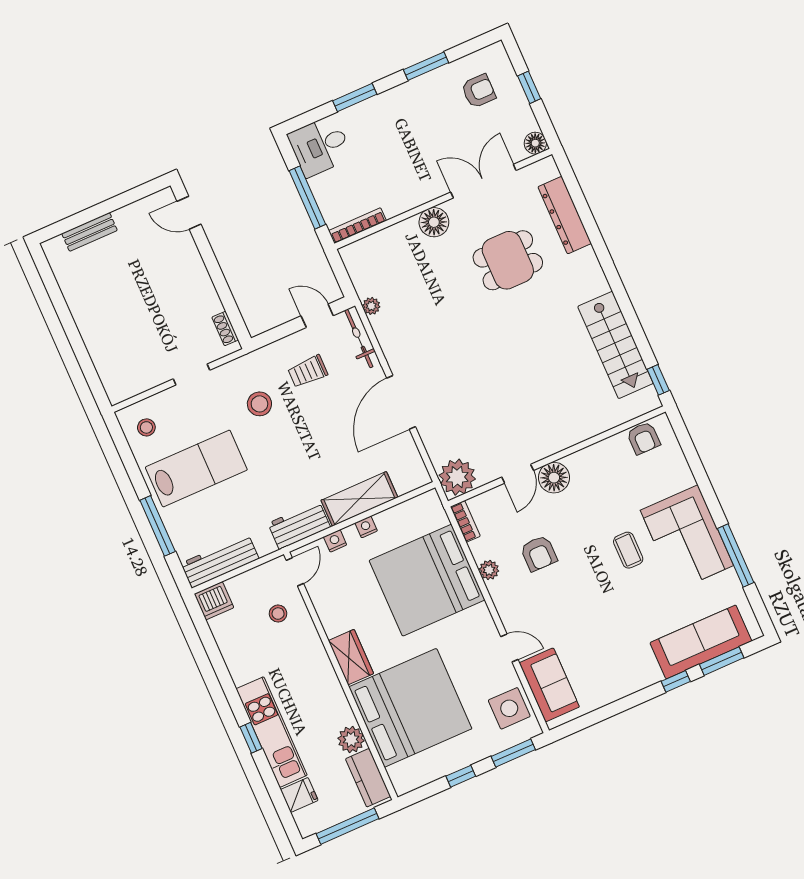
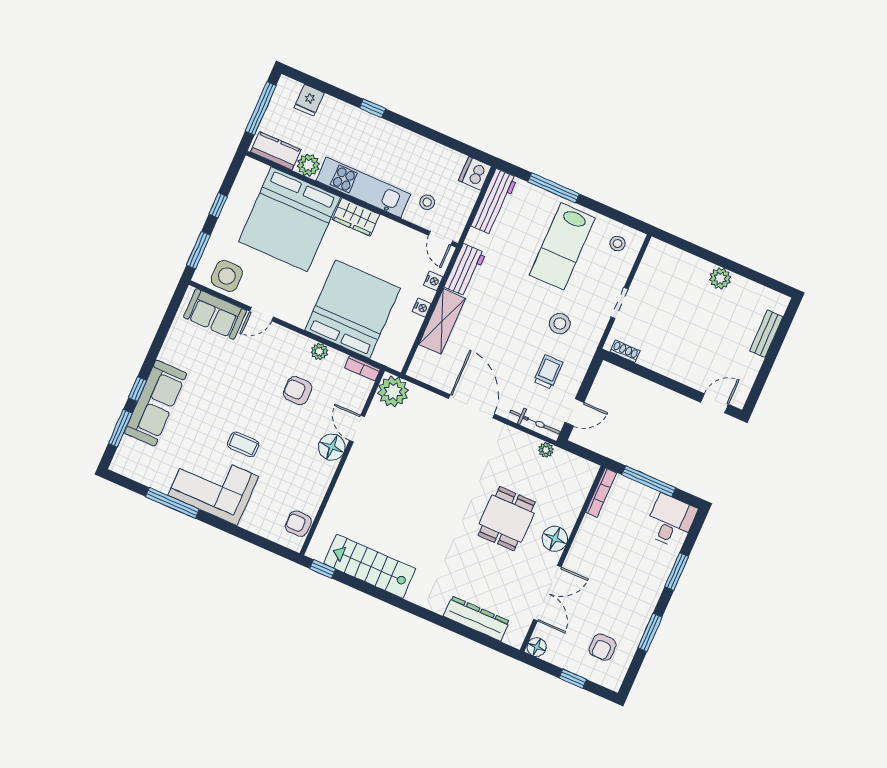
dining table: (508, 260) -> (507, 519), moved
plant: (85, 316) -> (720, 278), added
sofa: (701, 642) -> (155, 403), moved
kitchen unit: (272, 732) -> (363, 187), moved, turned 180

